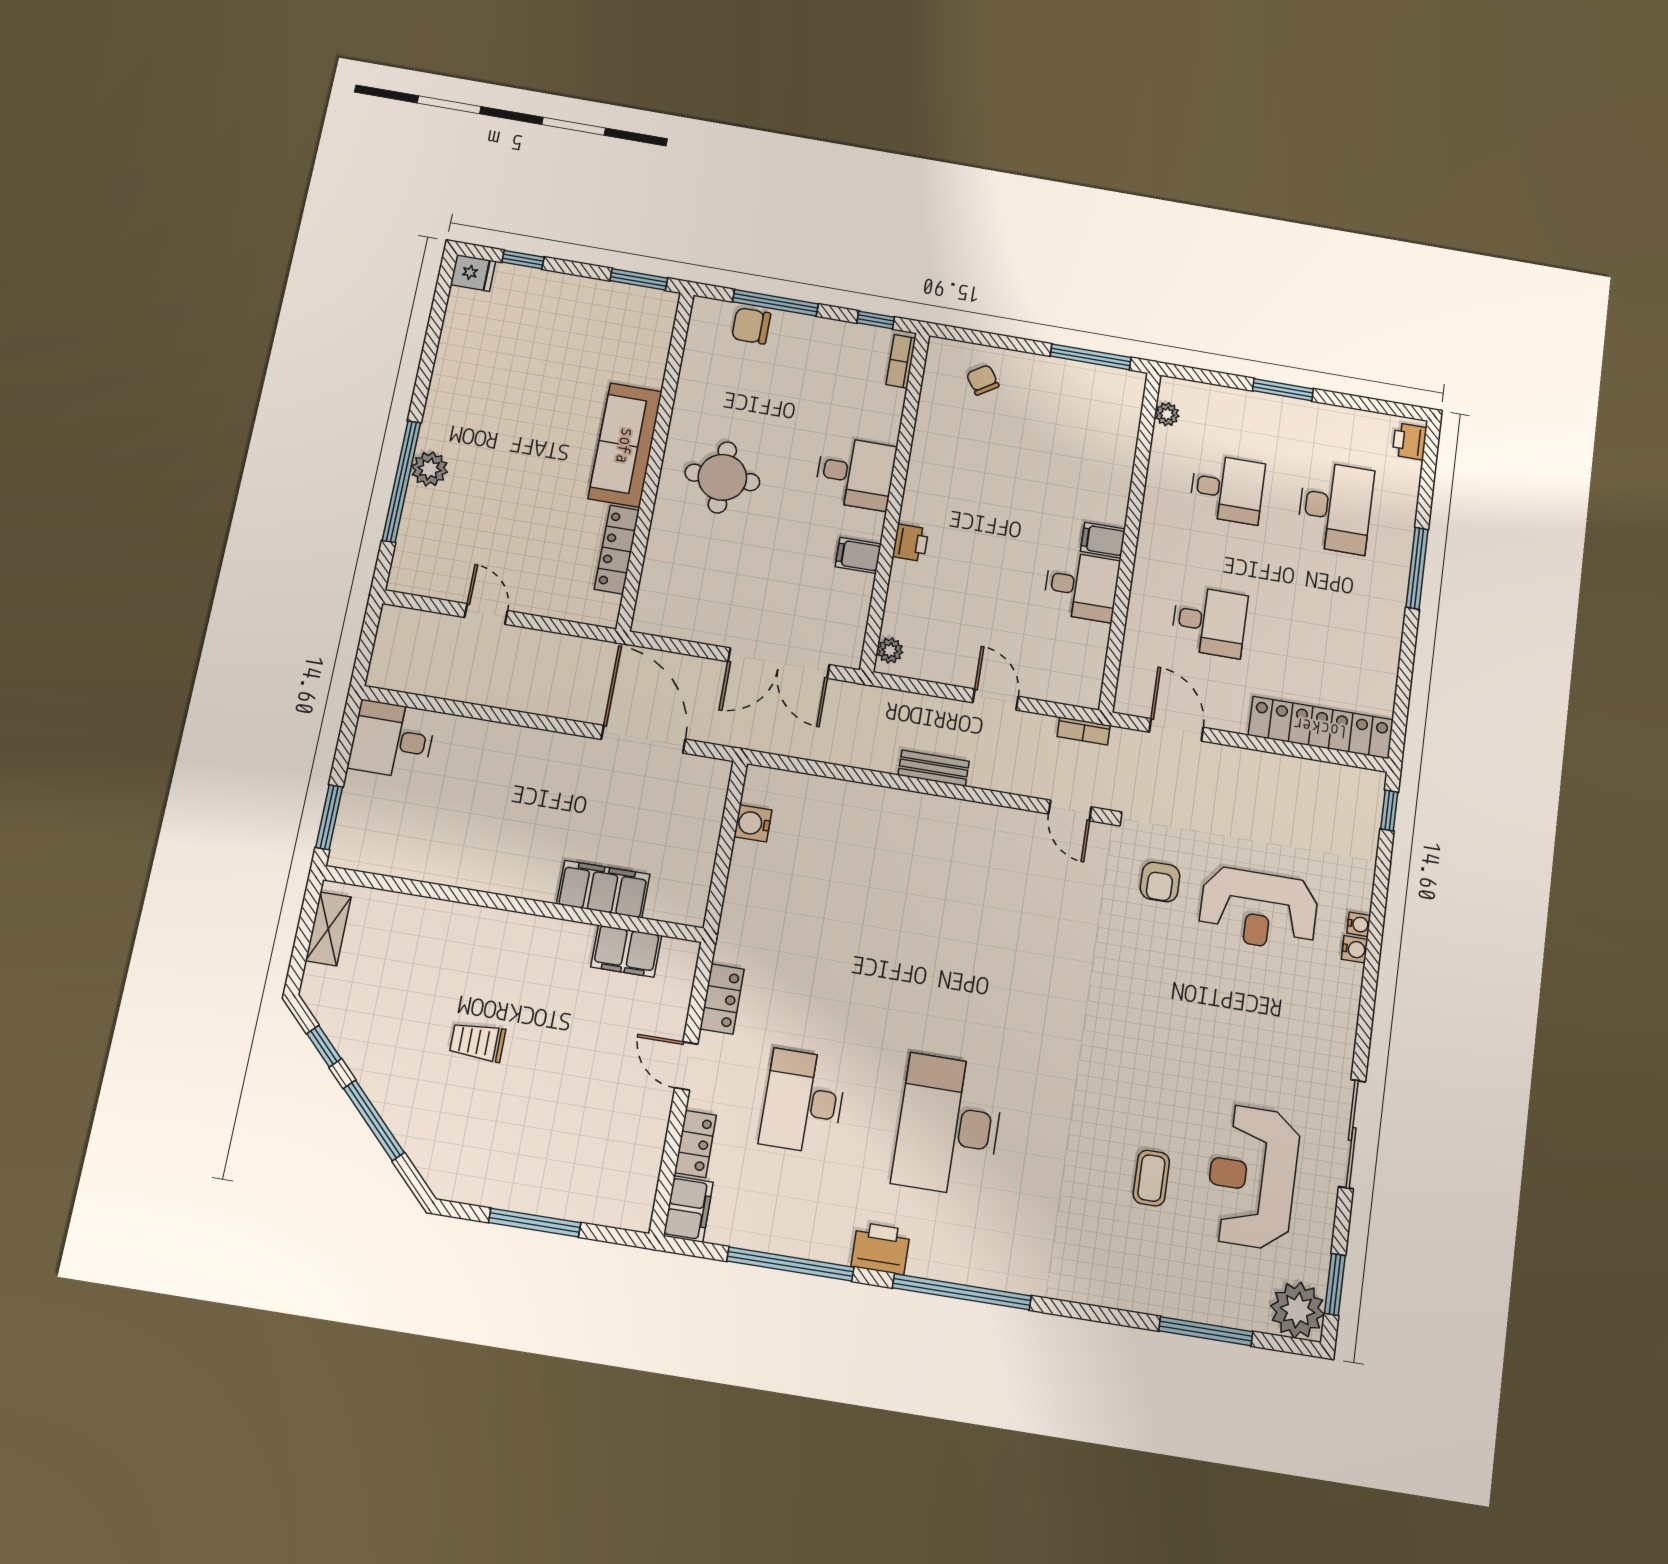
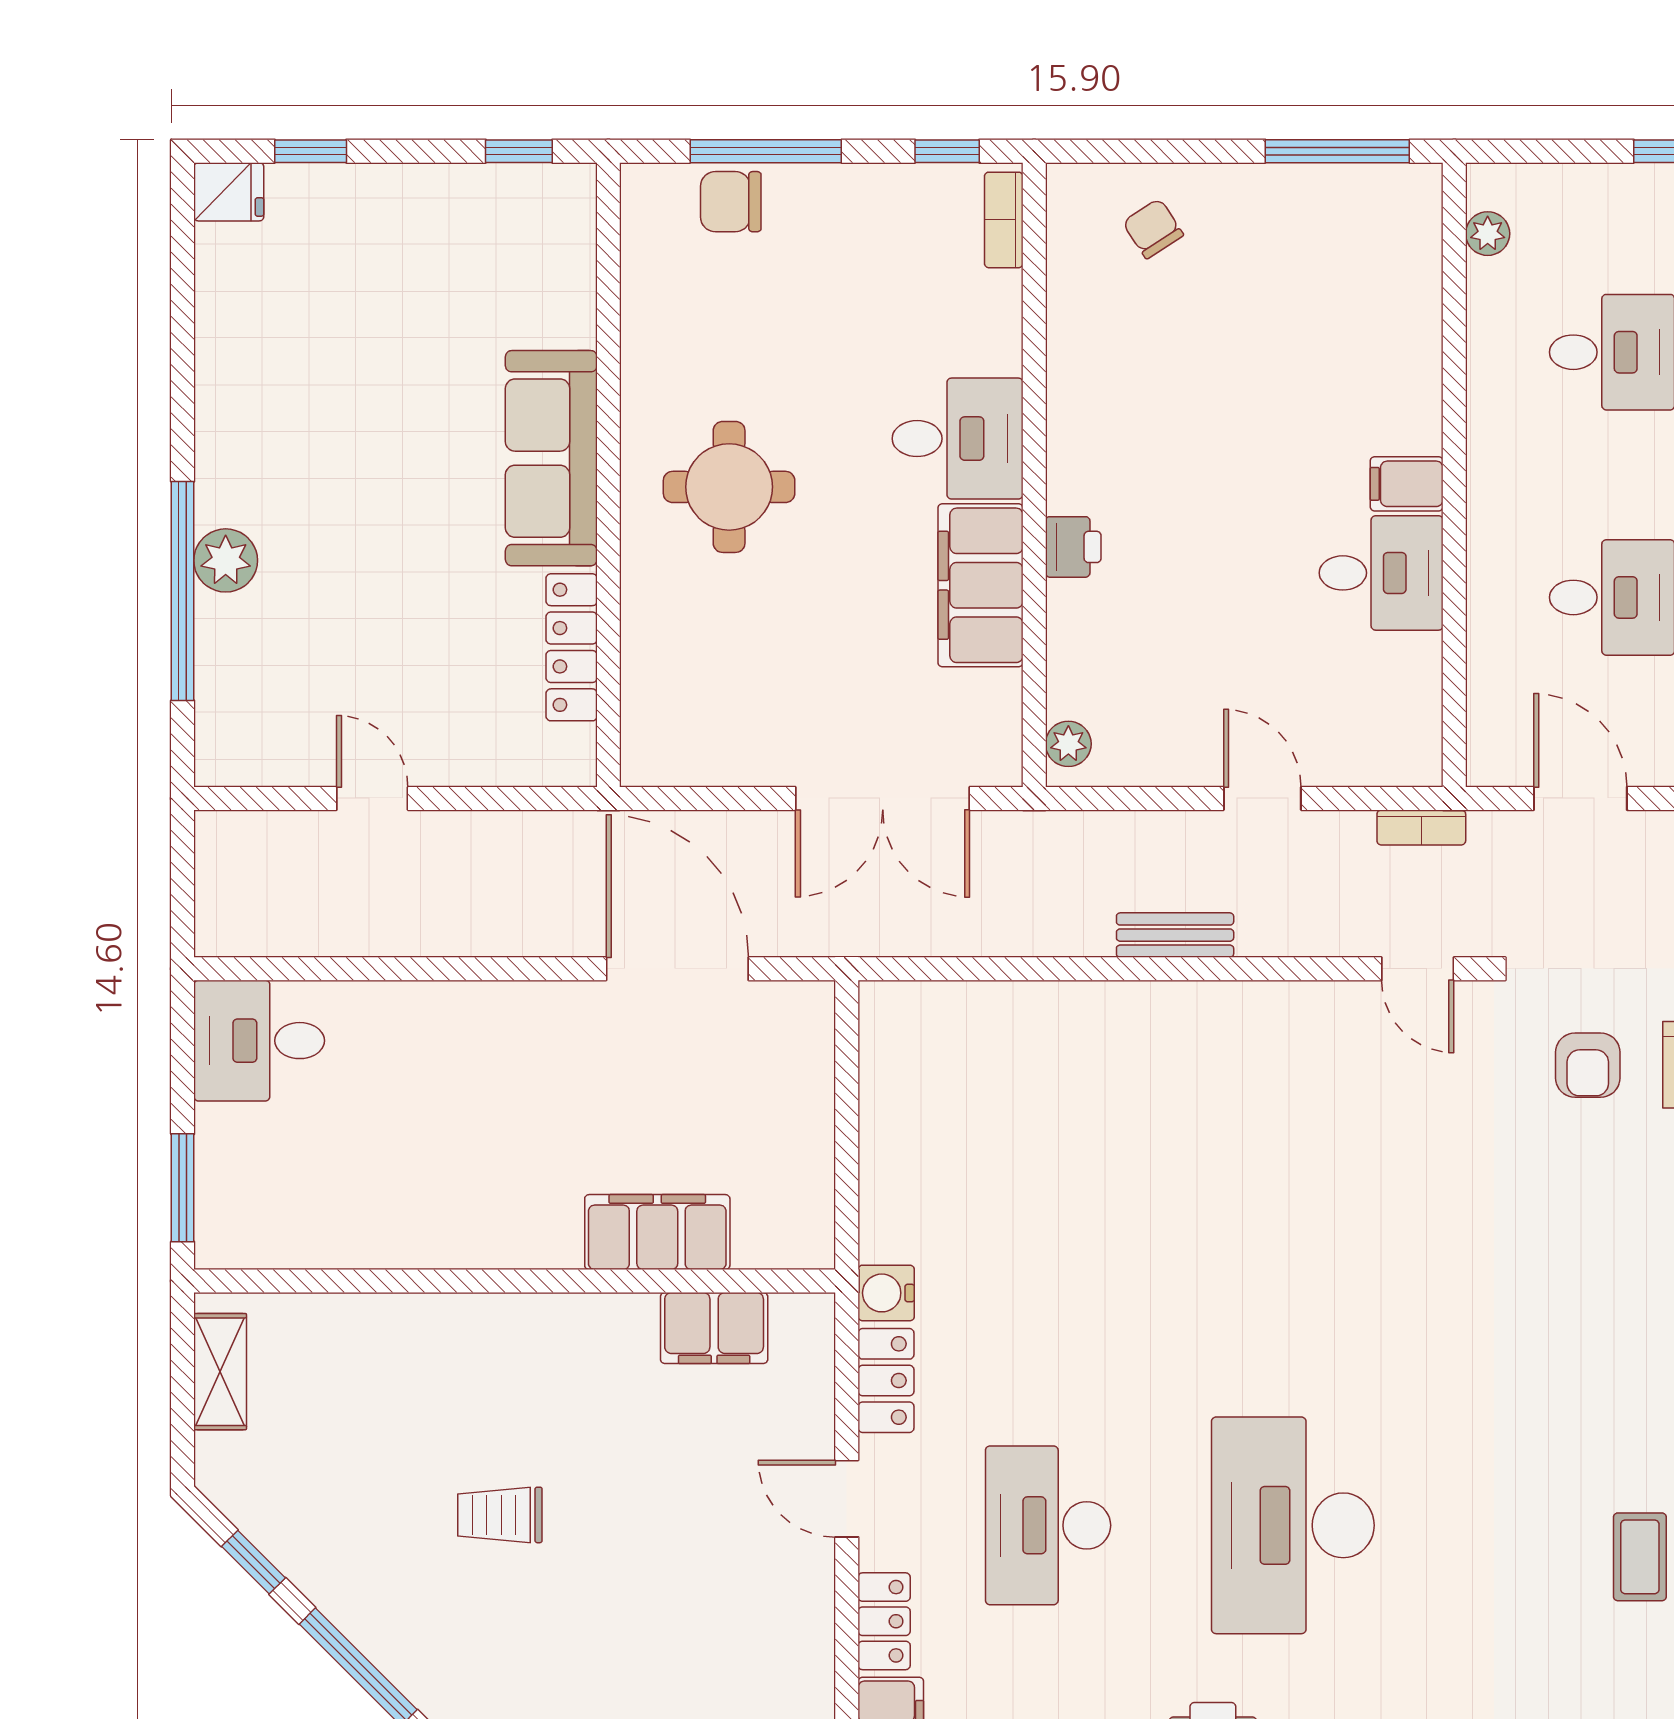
window: (639, 279) -> (519, 151), width x0.67
filing cabinet: (858, 555) -> (980, 585), width x3.00, depth x1.17
water cooler: (753, 823) -> (886, 1293), moved

